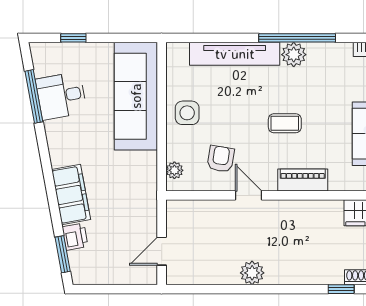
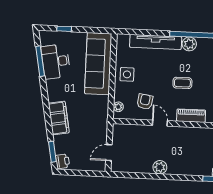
desk: (61, 96) -> (56, 61), width x1.37
printer: (75, 237) -> (63, 161), moved

